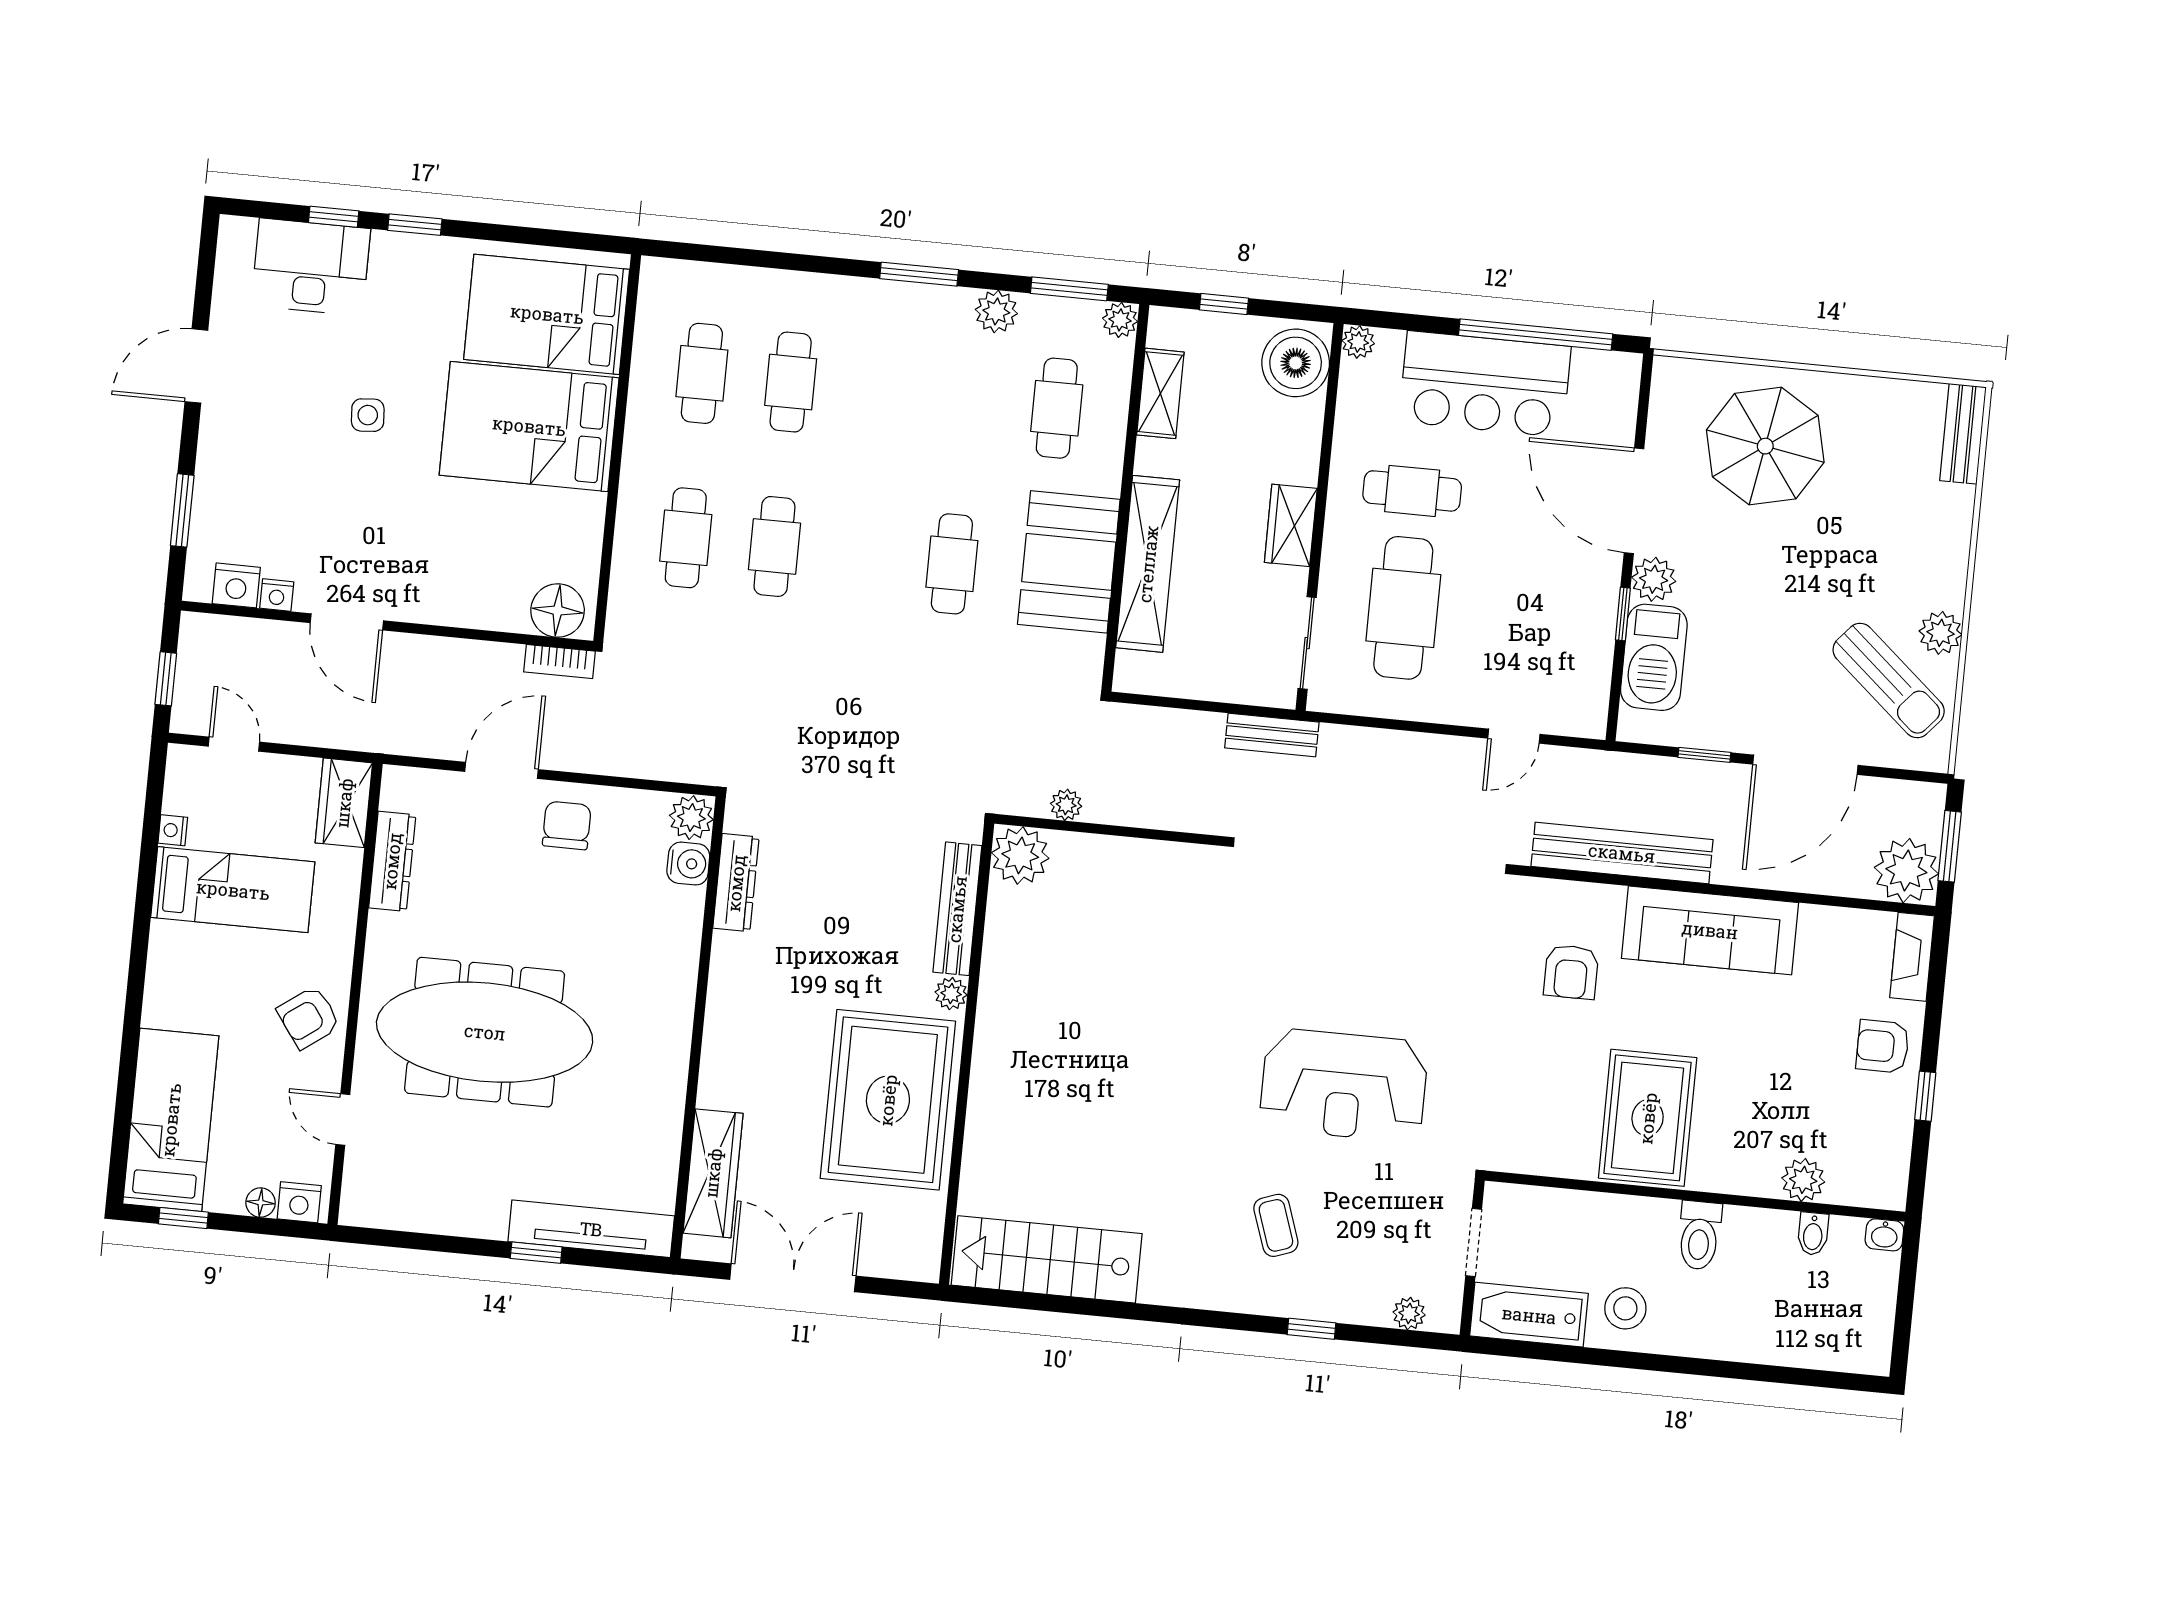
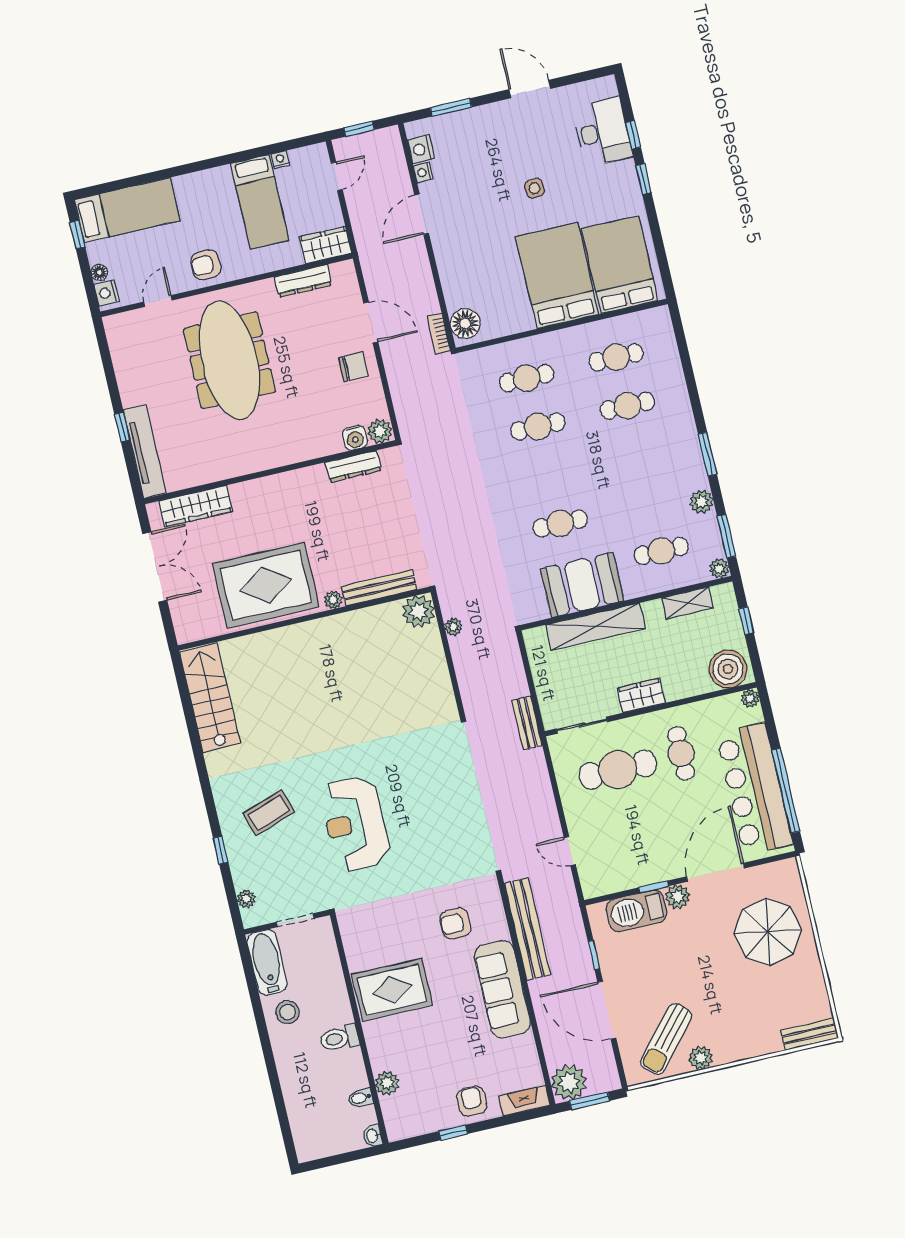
bar counter: (1485, 384) -> (754, 789), width x1.36
armchair: (309, 1017) -> (206, 265), turned -54
coffee table: (1276, 1225) -> (269, 813), width x1.36, depth x1.30

